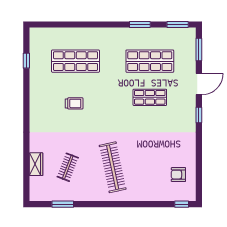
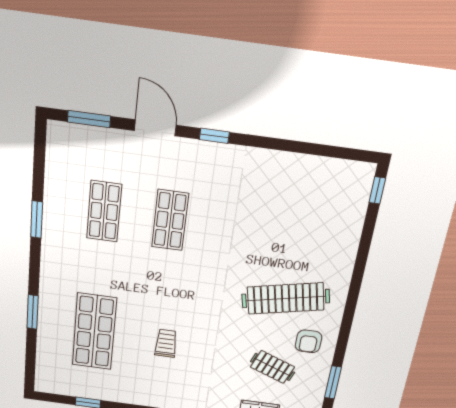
window: (178, 24) -> (33, 312), moved
shop shelf: (150, 61) -> (104, 211), width x0.70, depth x0.74
armchair: (178, 175) -> (309, 341), moved

